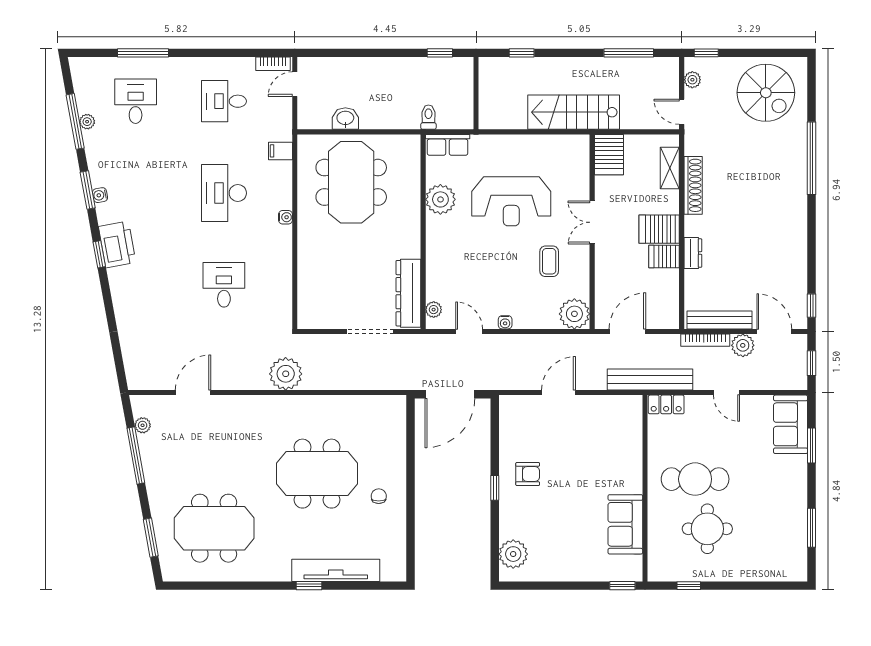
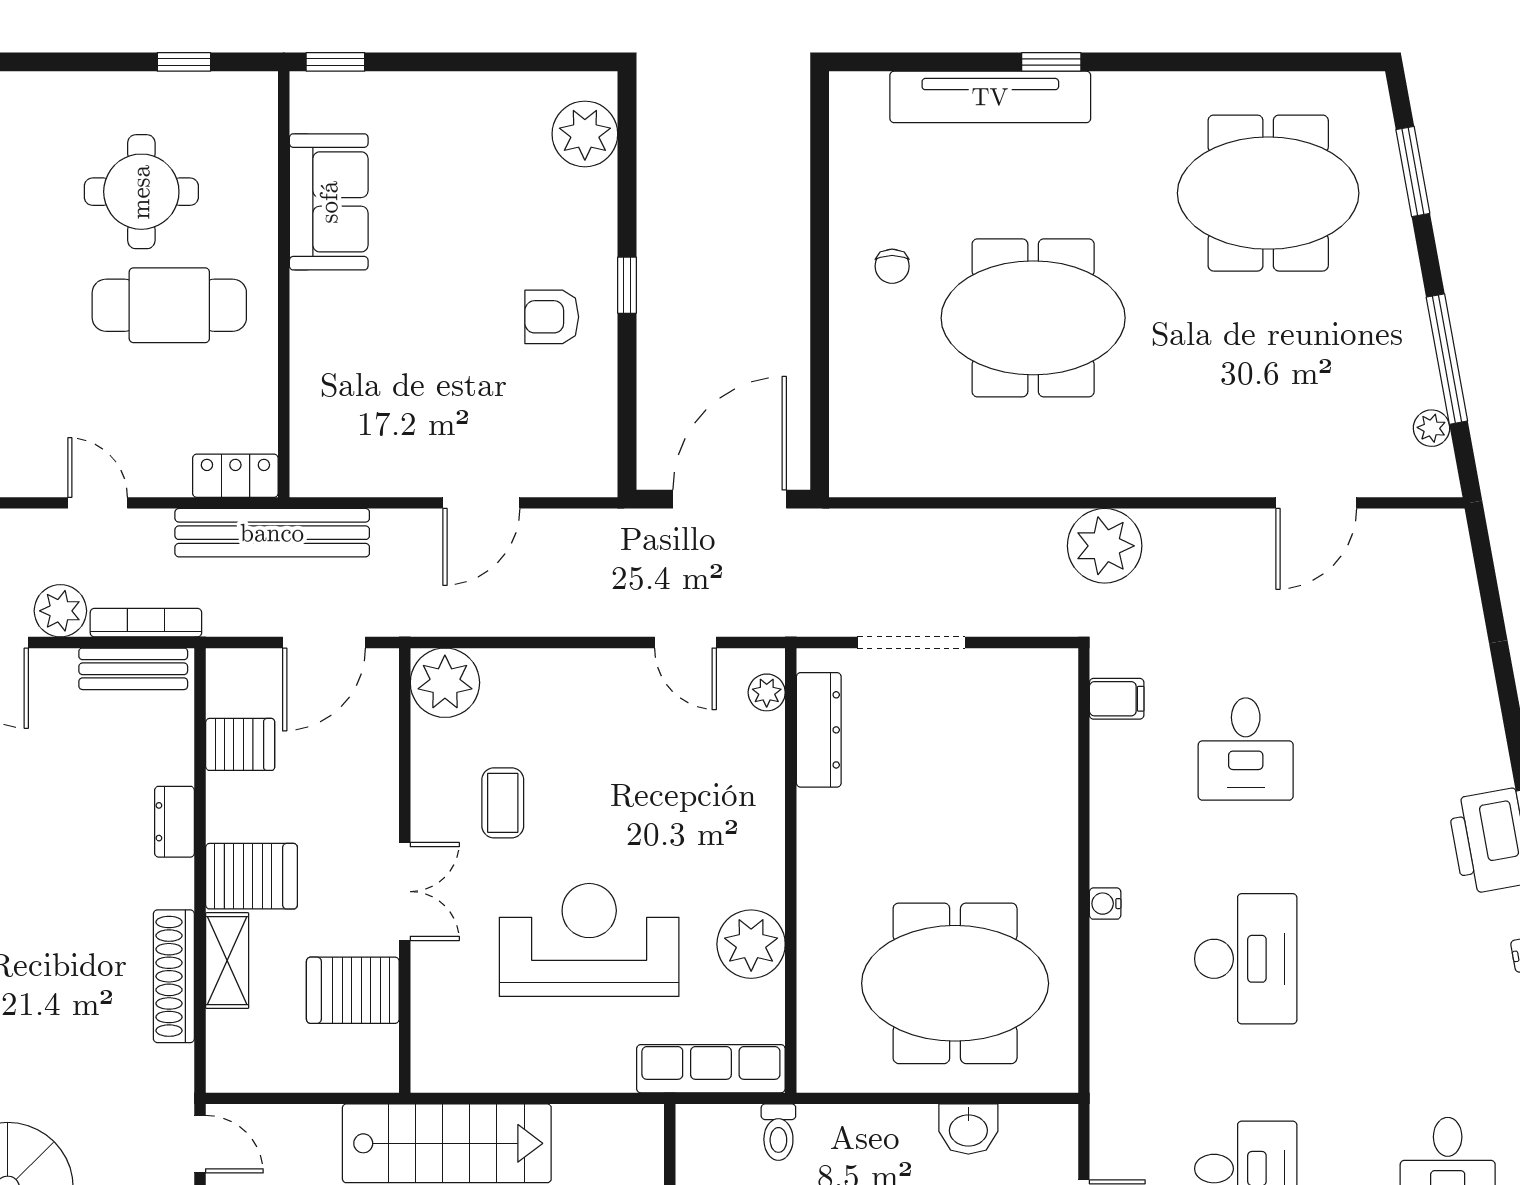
row of seats: (448, 145) -> (711, 1069), width x1.48
filing cabinet: (280, 151) -> (1117, 699), moved
server rack: (609, 155) -> (353, 990), moved, turned -90
shelving: (670, 168) -> (227, 961), moved
meeting table: (351, 182) -> (955, 983), turned 90
server rack: (664, 257) -> (240, 744), moved
dresser: (408, 293) -> (819, 730), width x0.73, depth x0.80
bench: (720, 320) -> (133, 669), width x0.73
water cooler: (505, 322) -> (603, 663), removed

